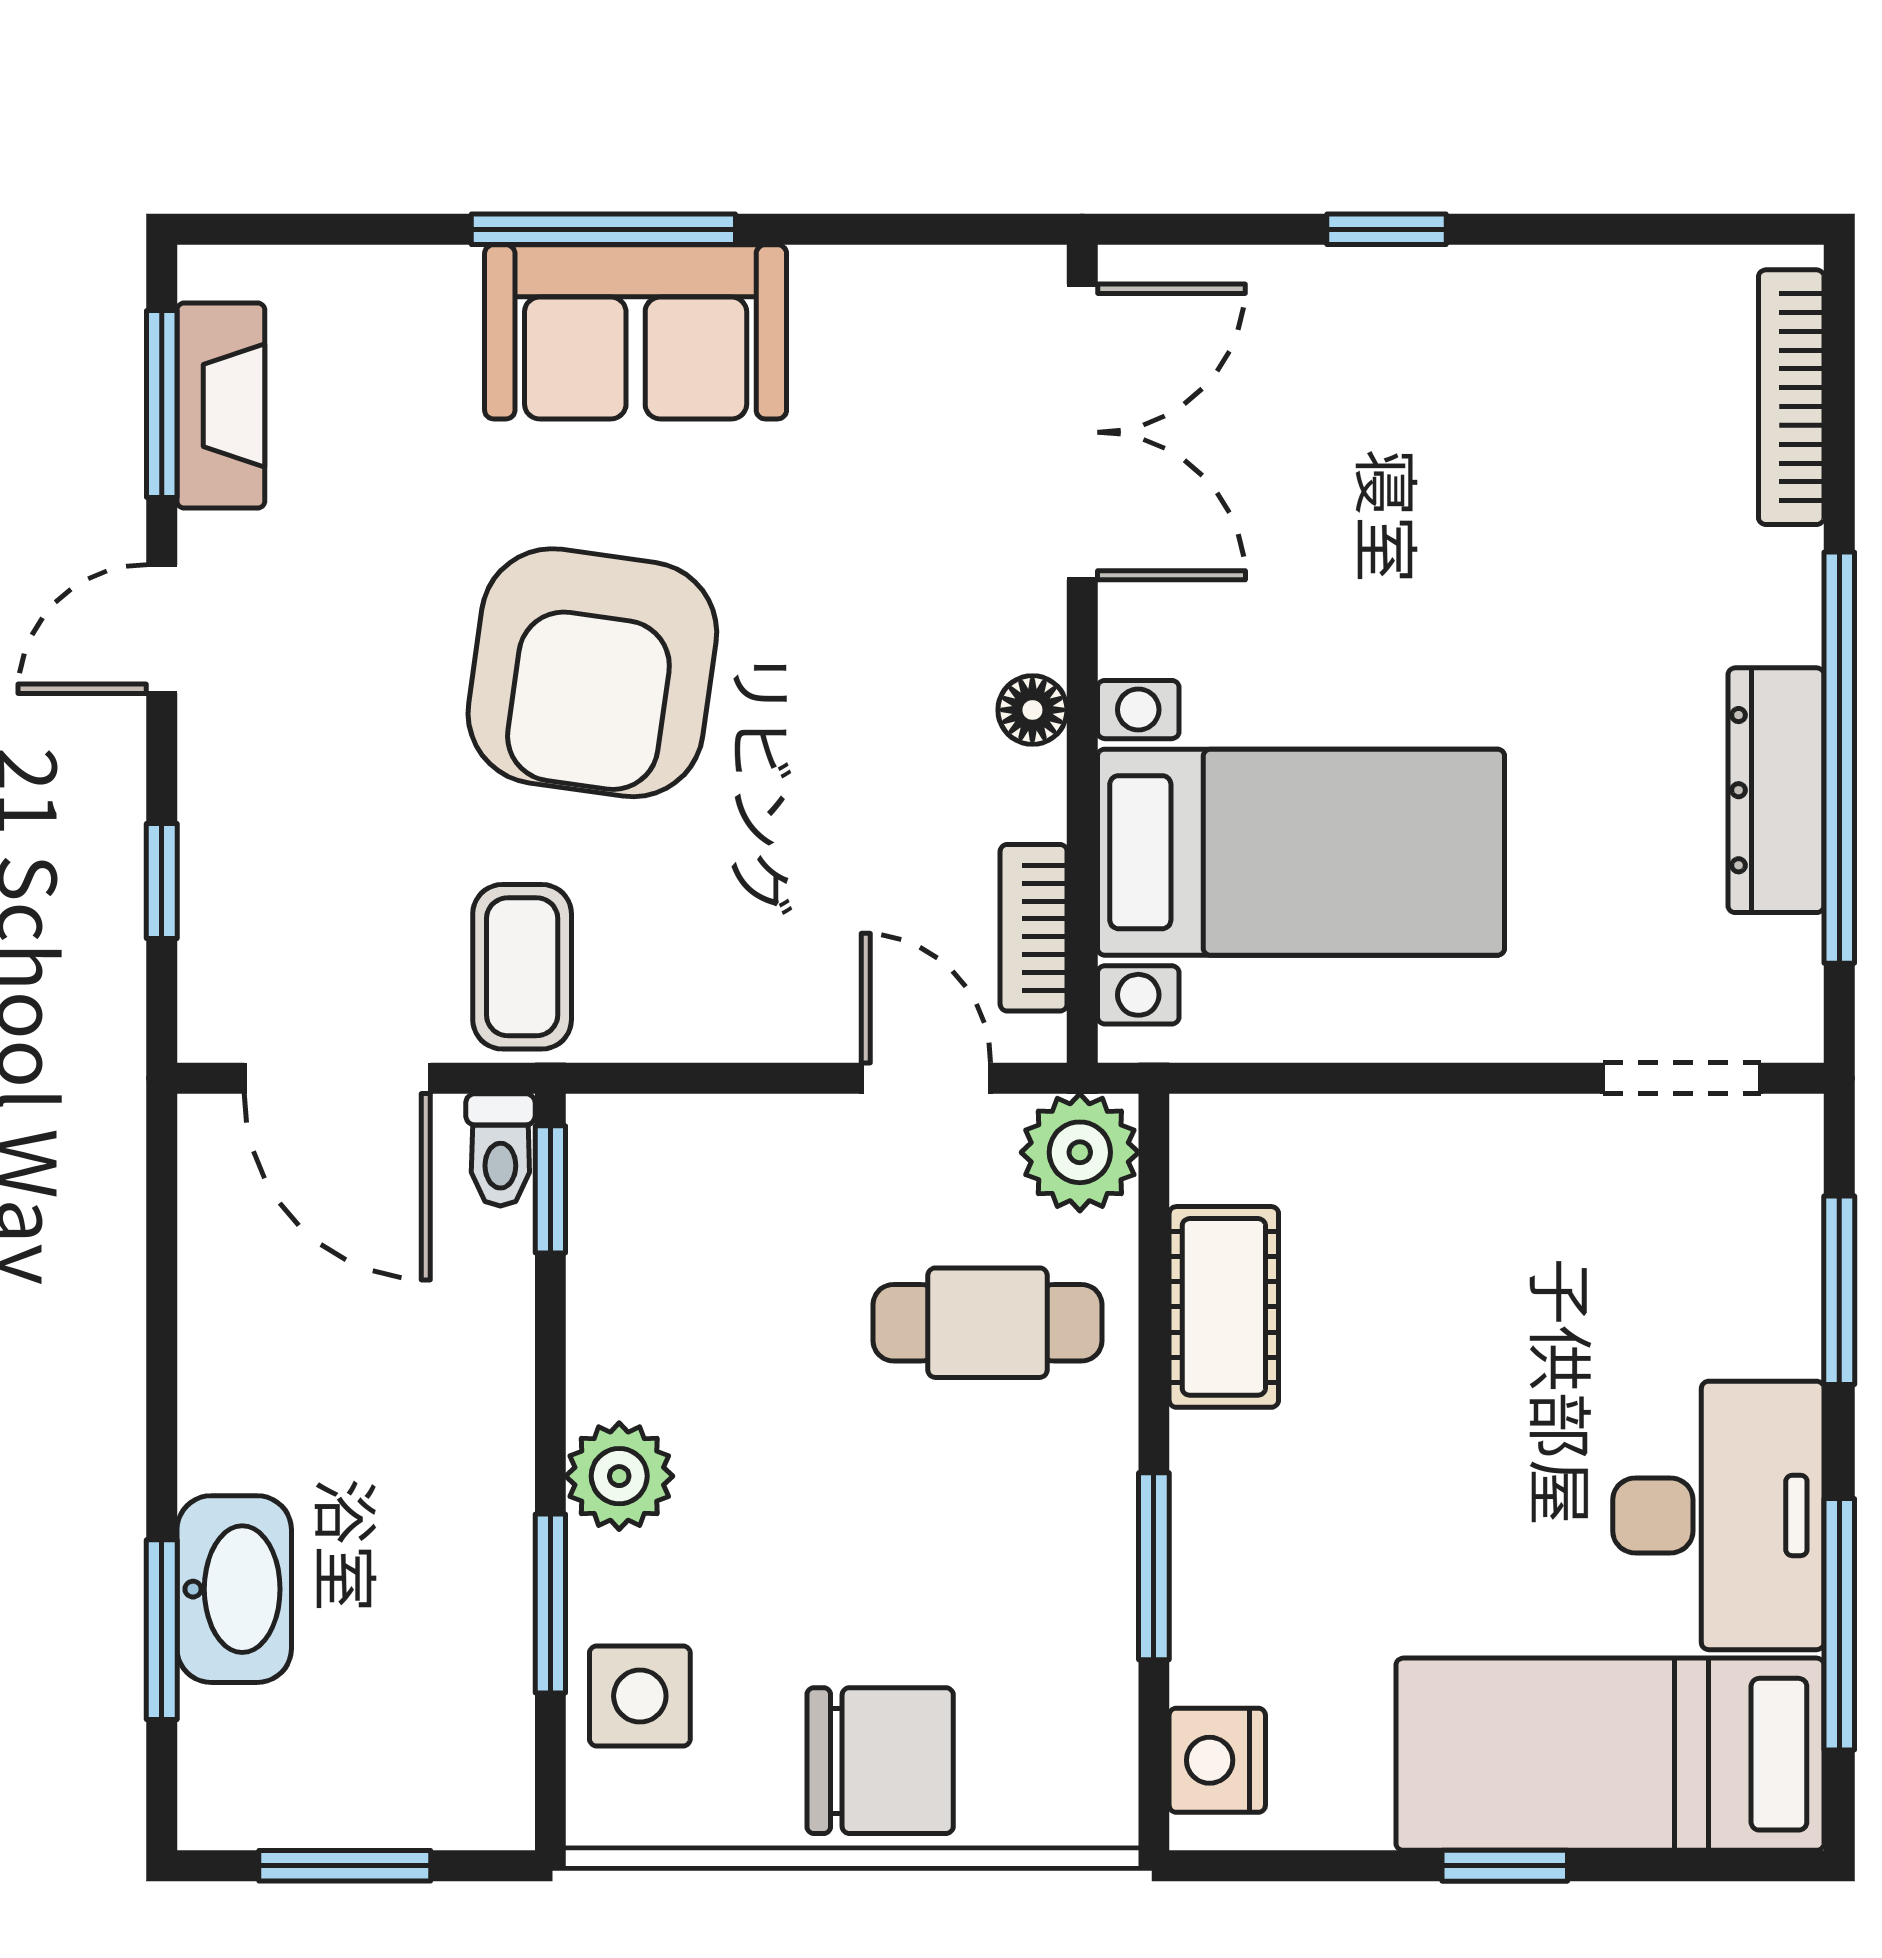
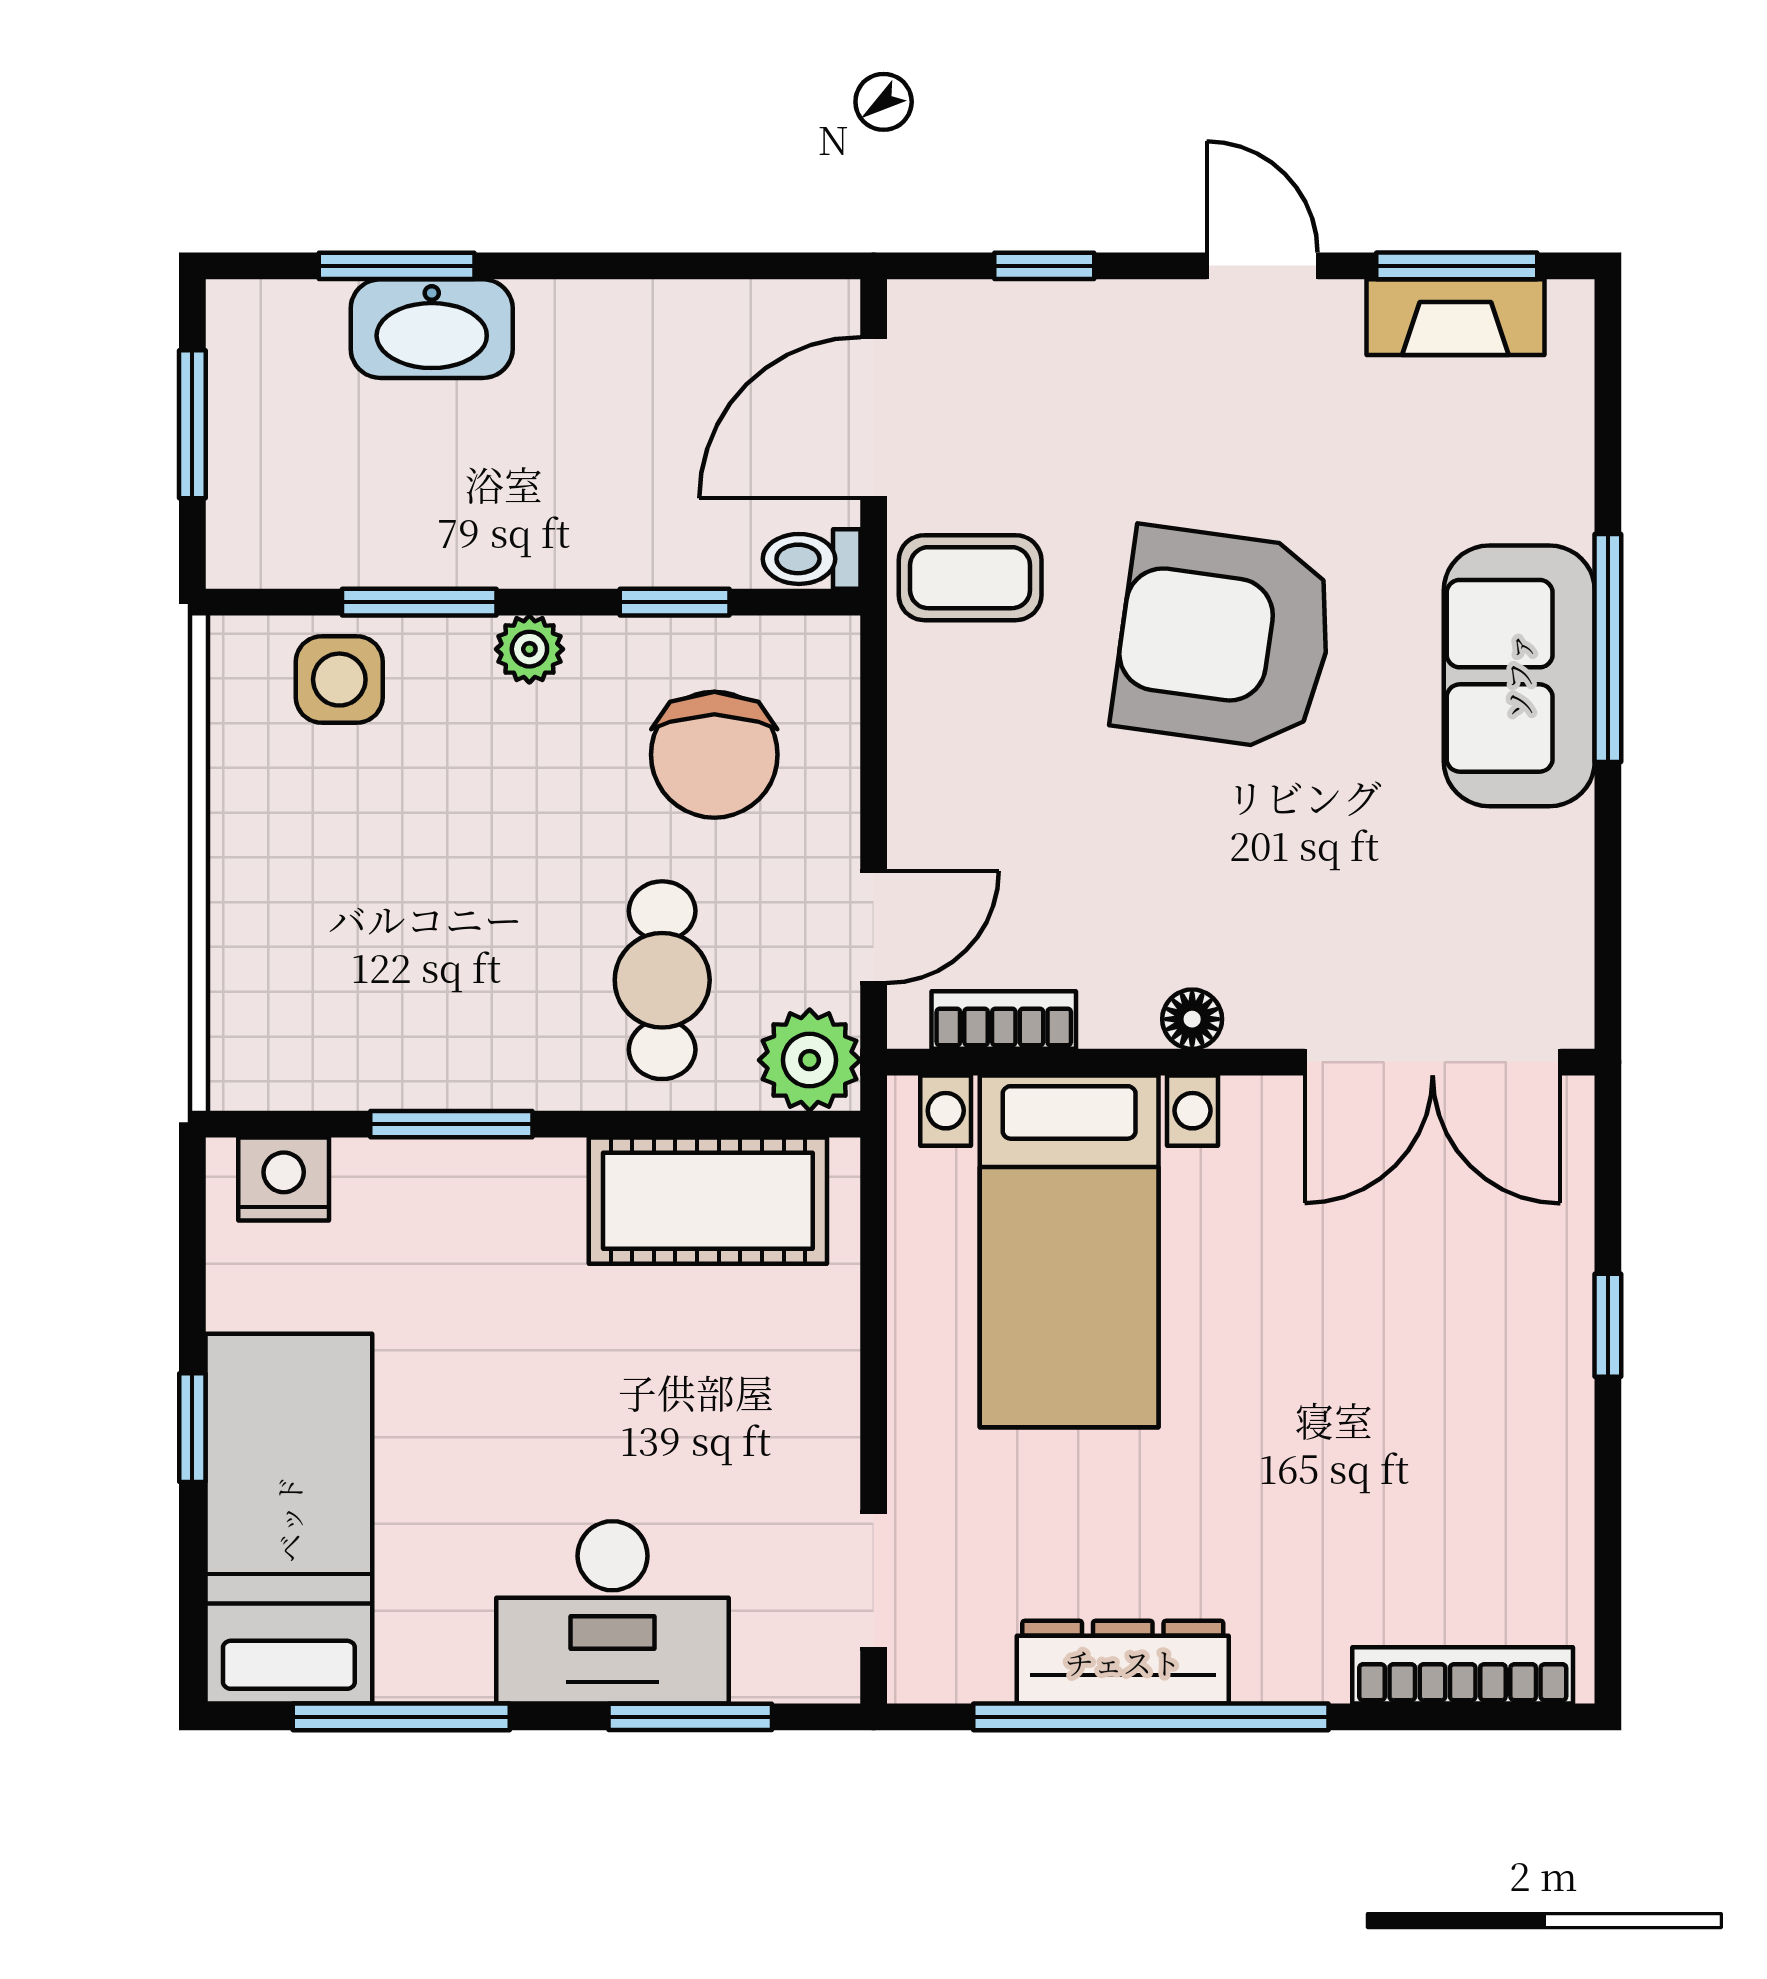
window: (550, 1189) -> (675, 602), moved
cot: (1224, 1307) -> (708, 1201), width x1.37, depth x1.34
plant: (619, 1476) -> (529, 649), width x0.73, depth x0.73
desk: (1718, 1515) -> (612, 1612), moved
chair: (880, 1761) -> (714, 755), moved

